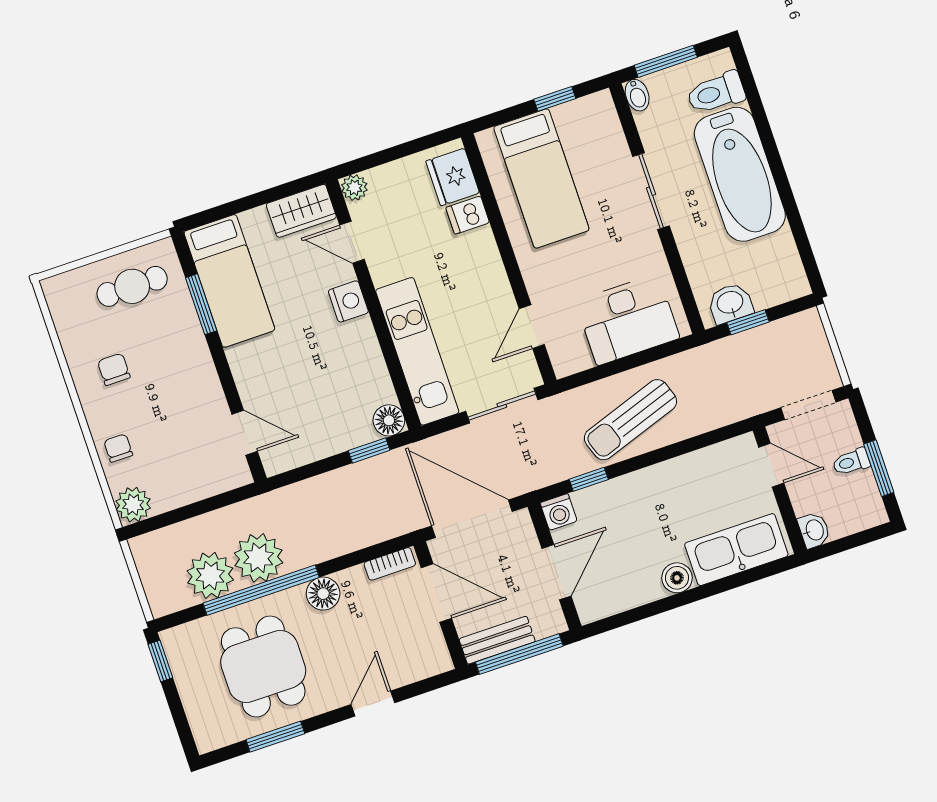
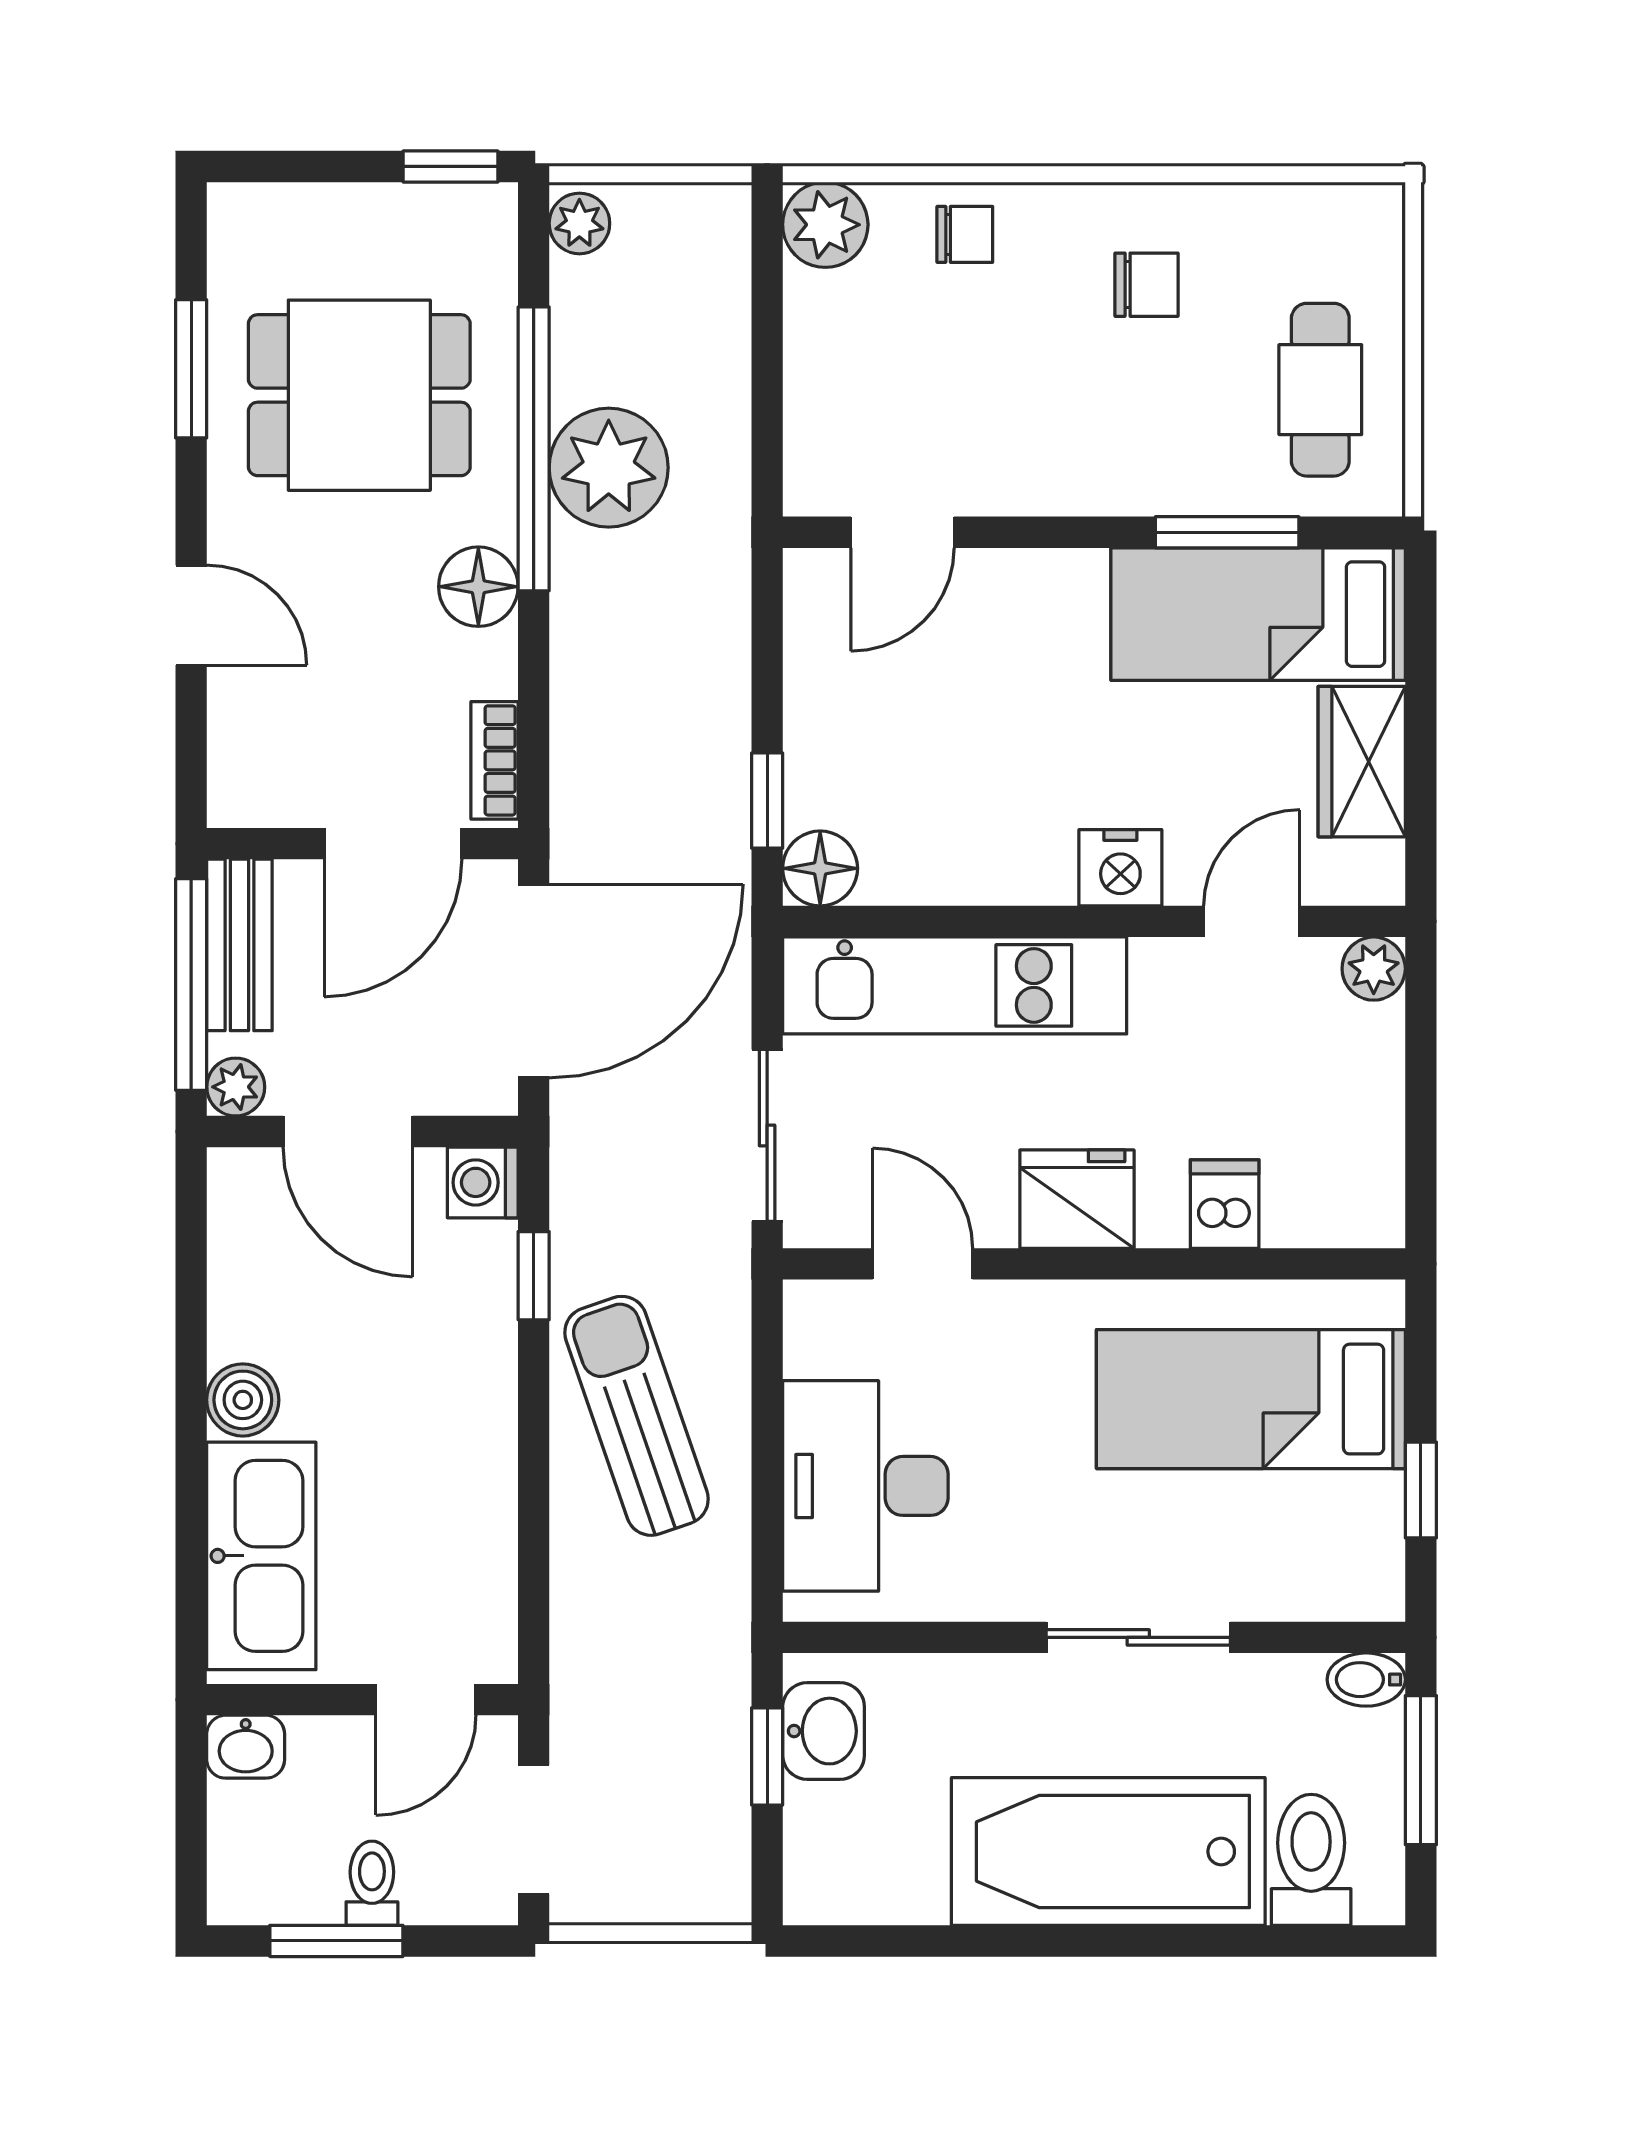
fridge: (453, 177) -> (1077, 1199), moved
wardrobe: (301, 211) -> (1362, 762), moved
plant: (210, 575) -> (579, 223), moved, width x0.53, depth x0.53
plant: (554, 623) -> (236, 1087), added

